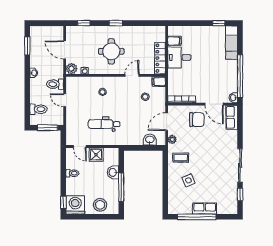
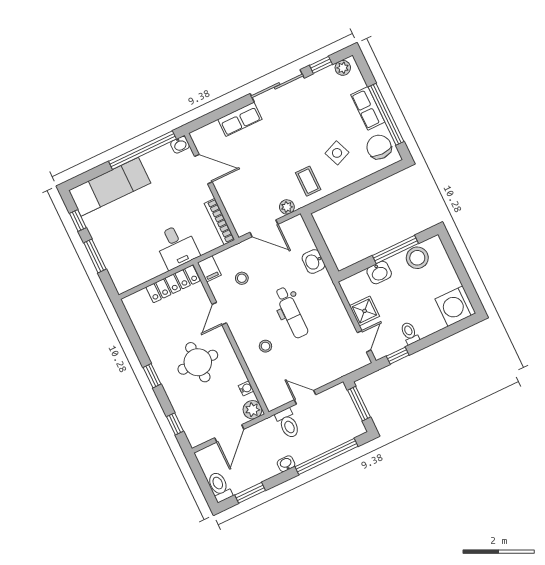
window: (195, 23) -> (95, 256), added
filing cabinet: (174, 41) -> (137, 274), removed
exam couch: (231, 43) -> (110, 187), width x1.36, depth x1.45
desk: (179, 57) -> (177, 246), moved
door: (132, 75) -> (219, 314), hinge flipped
window: (27, 97) -> (326, 456), added
door: (65, 100) -> (305, 397), swing flipped
door: (214, 104) -> (203, 169), hinge flipped
toilet: (38, 109) -> (219, 487), moved
row of seats: (232, 117) -> (240, 119), moved
chair: (197, 120) -> (379, 147), moved
dental chair: (104, 124) -> (291, 312), moved
washbasin: (150, 140) -> (313, 261), moved
window: (63, 202) -> (398, 356), moved
stool: (100, 205) -> (417, 258), moved
plant: (233, 205) -> (343, 68), added

